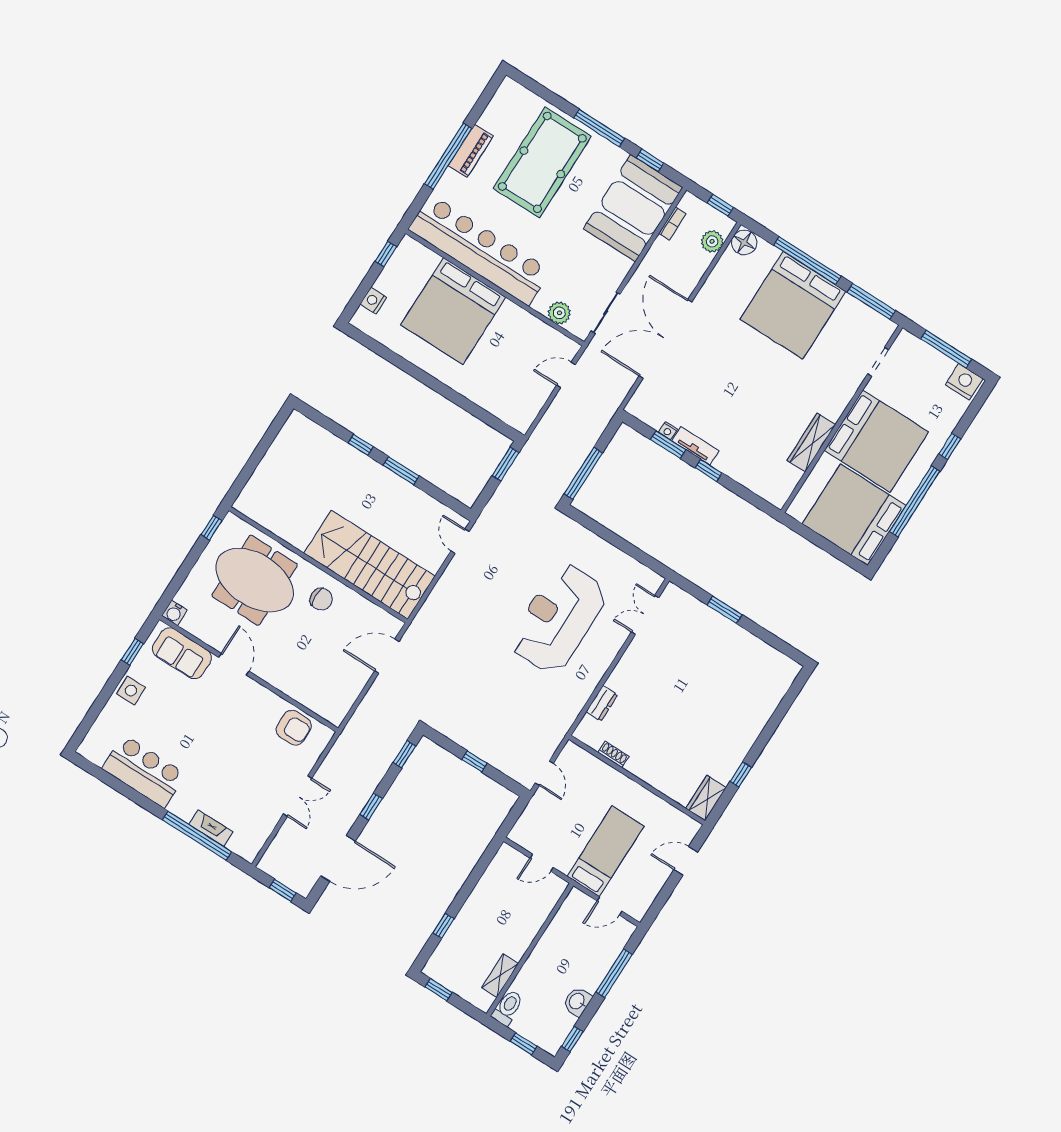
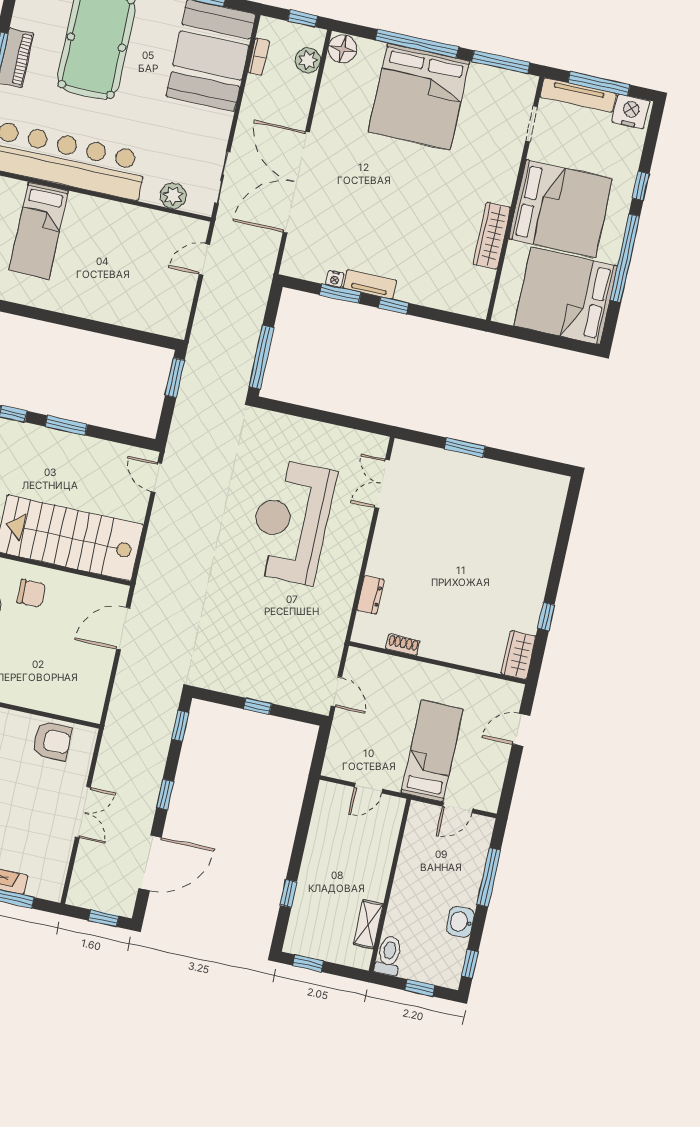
bed: (453, 311) -> (39, 231), width x0.49
tv unit: (925, 352) -> (578, 95), added

